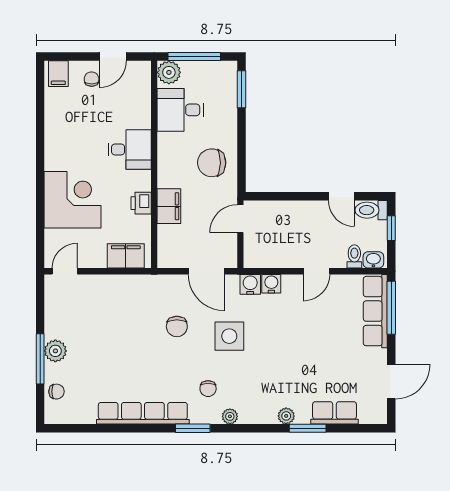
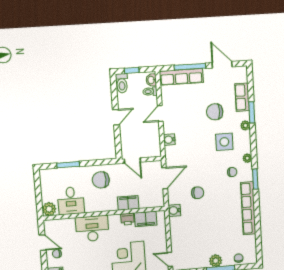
window: (194, 57) -> (38, 195), removed
window: (241, 89) -> (68, 165), moved
desk: (130, 149) -> (92, 229), width x1.37
chair: (212, 163) -> (101, 180), turned 89
door: (341, 196) -> (116, 117), moved
filing cabinet: (126, 256) -> (146, 219), moved, turned -90
door: (316, 271) -> (160, 114), swing flipped
water cooler: (250, 284) -> (174, 210), moved
window: (391, 308) -> (190, 67), moved
side table: (229, 336) -> (224, 142), moved
chair: (313, 364) -> (215, 112), added

